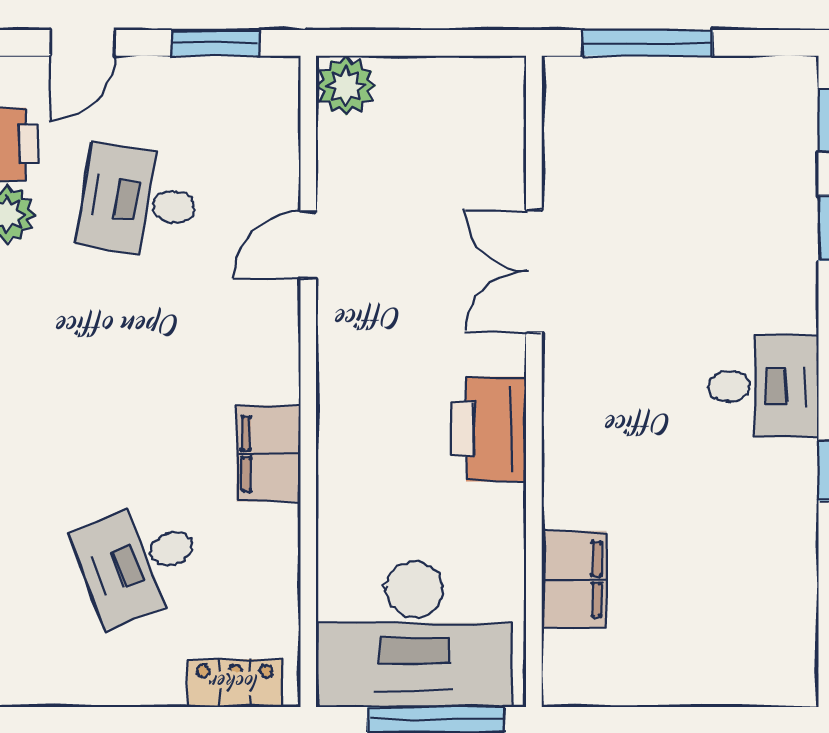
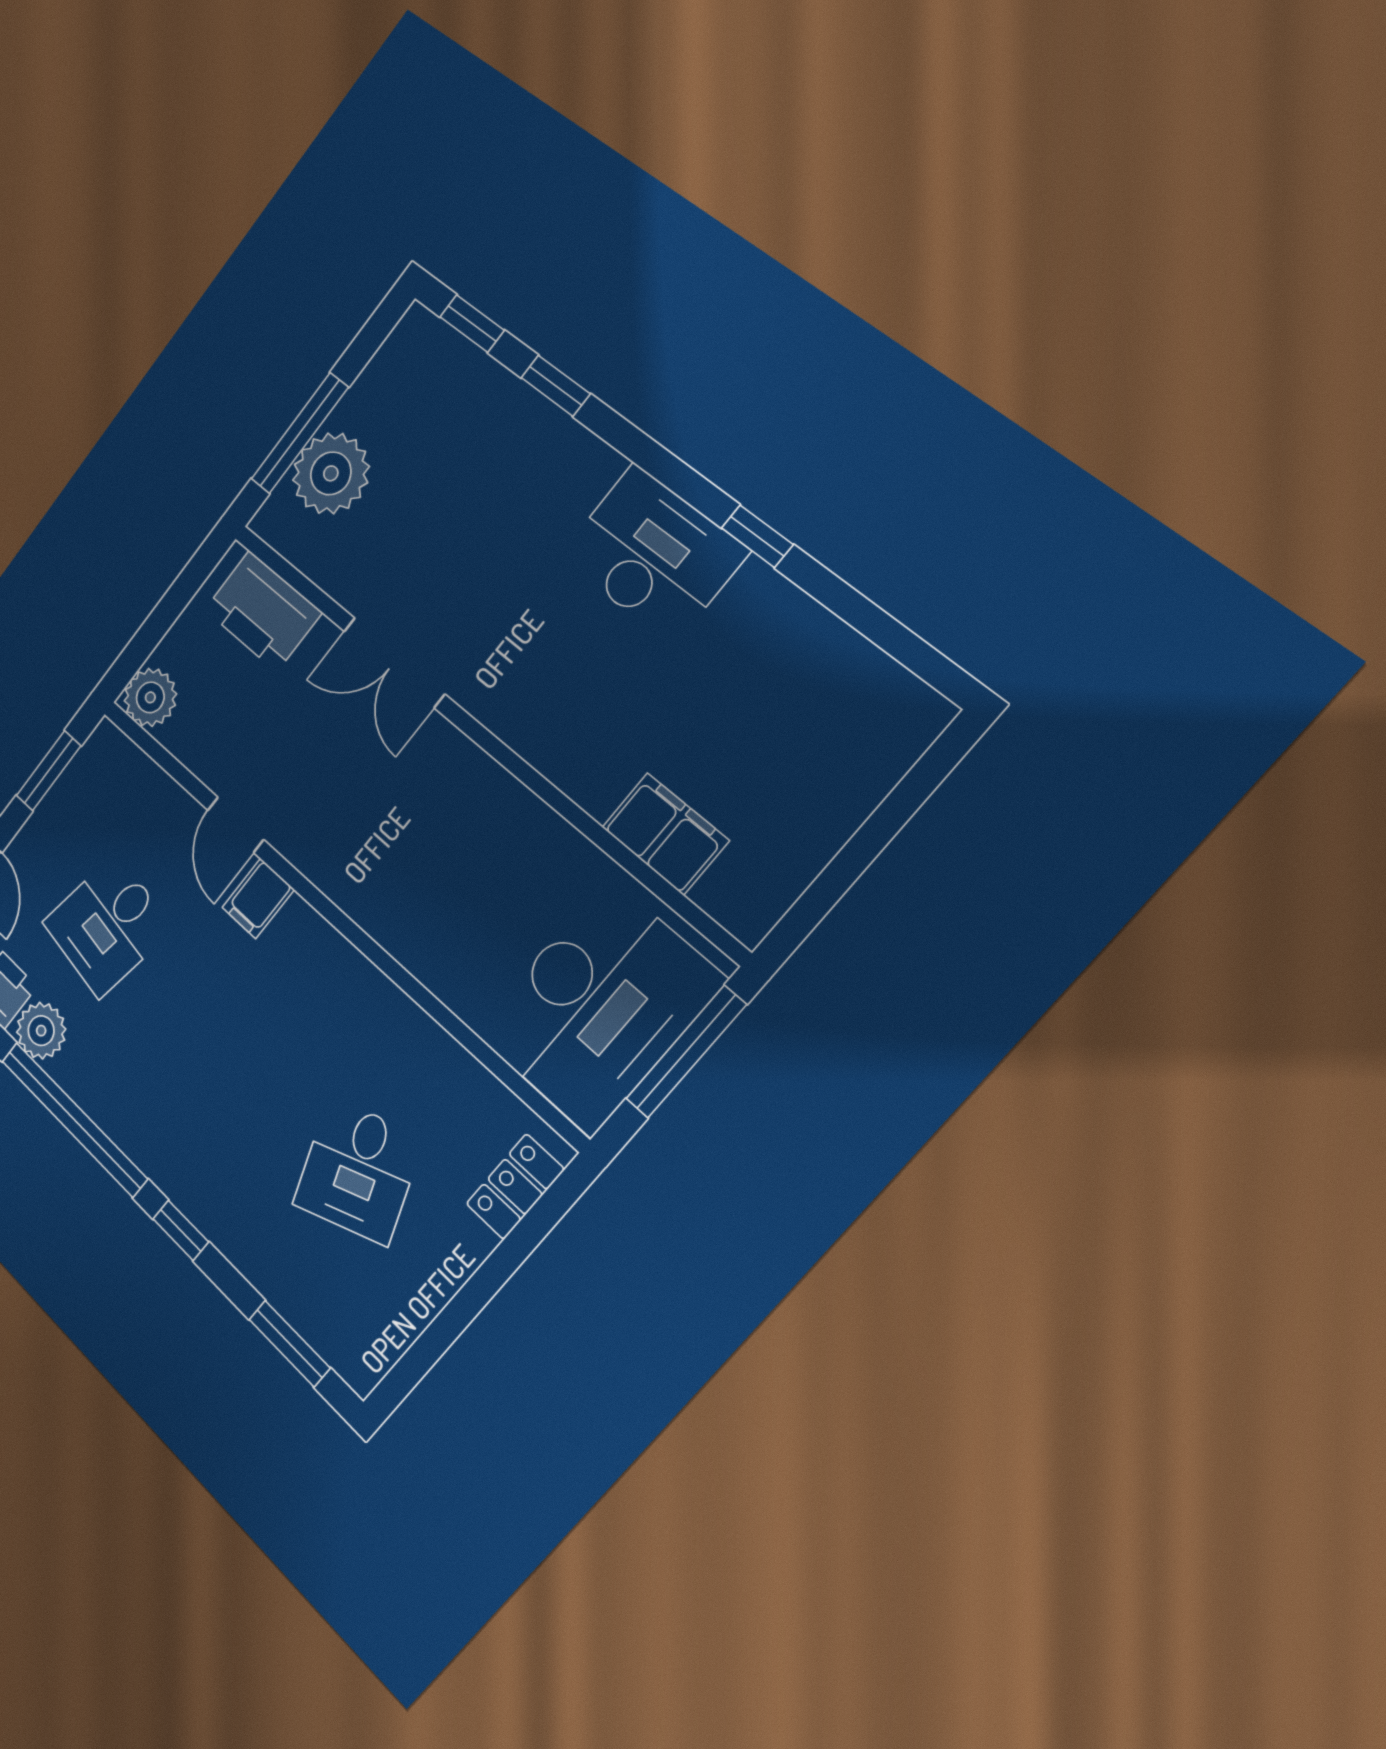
plant: (636, 97) -> (331, 473), added
desk: (763, 386) -> (653, 554), width x1.37
printer: (489, 429) -> (263, 611), moved
filing cabinet: (269, 454) -> (258, 899), moved, width x0.50

